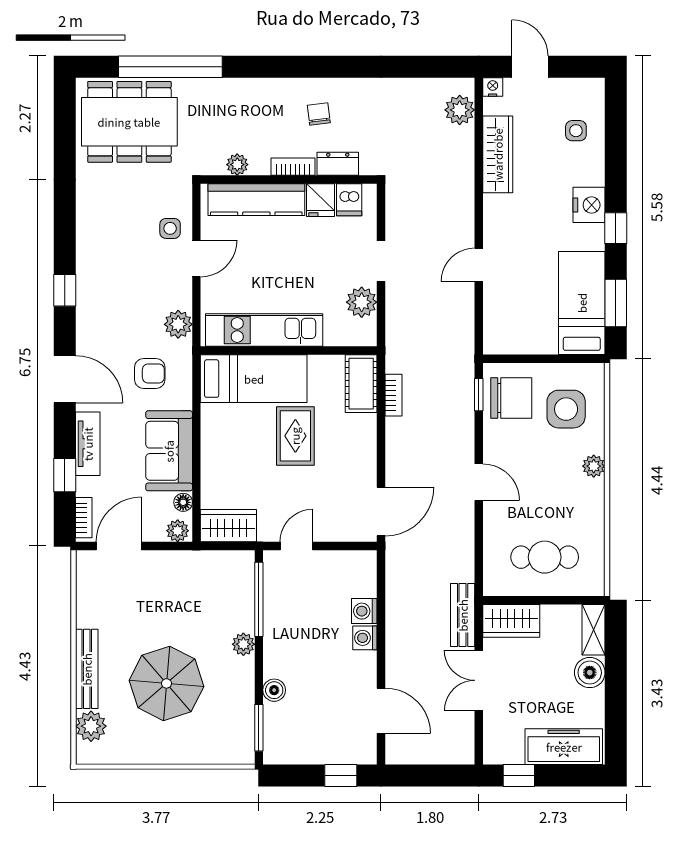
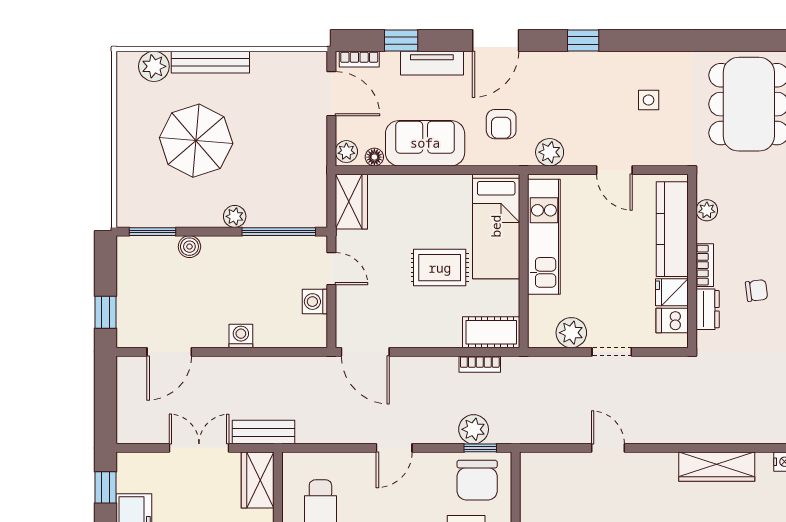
plant: (460, 110) -> (474, 429), moved
side table: (170, 228) -> (649, 100), moved
washing machine: (364, 611) -> (315, 302), moved, turned -90

